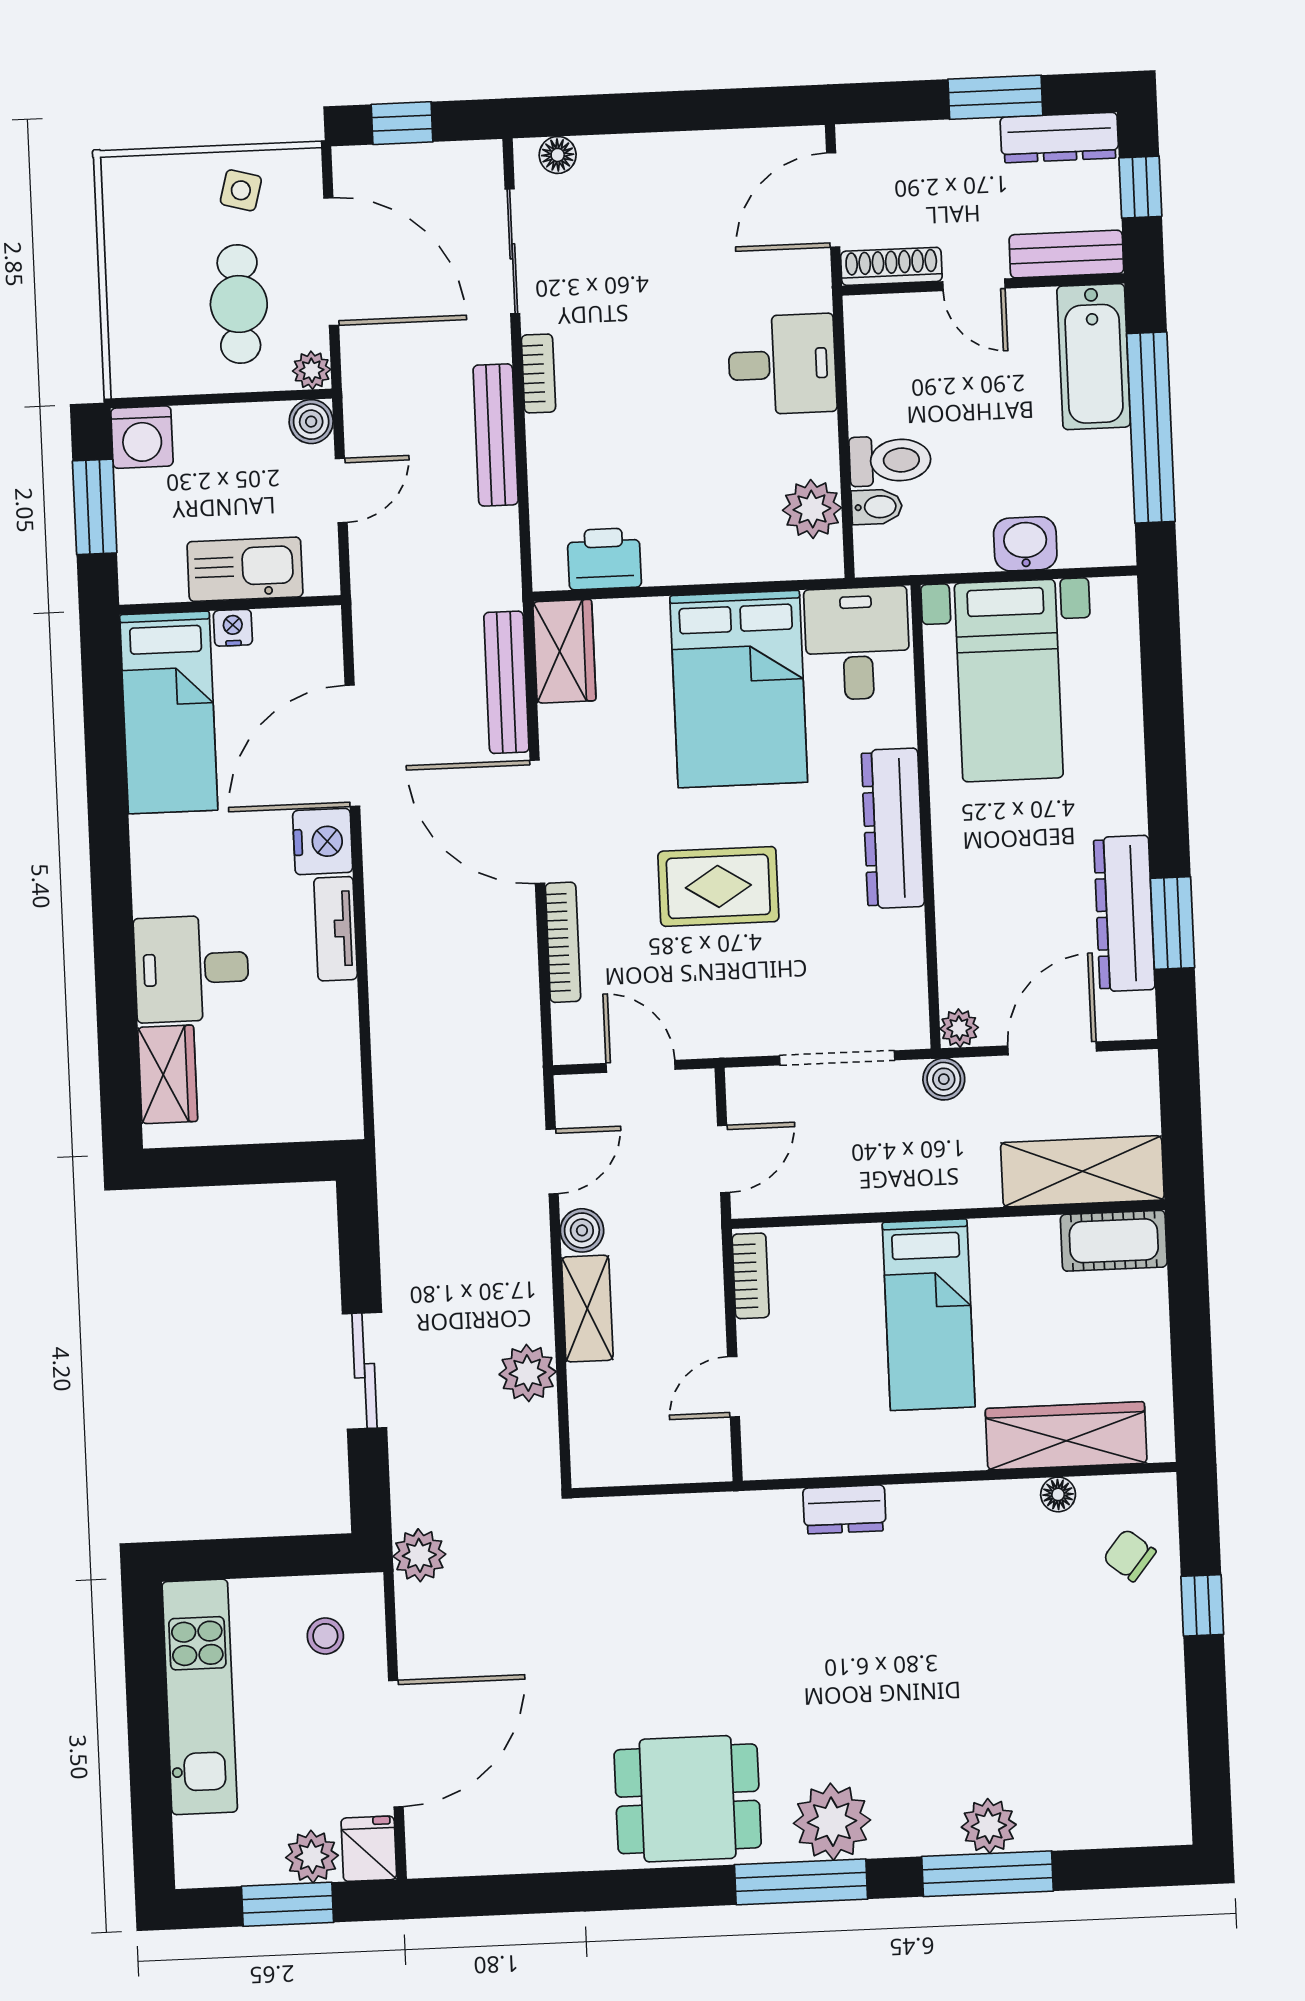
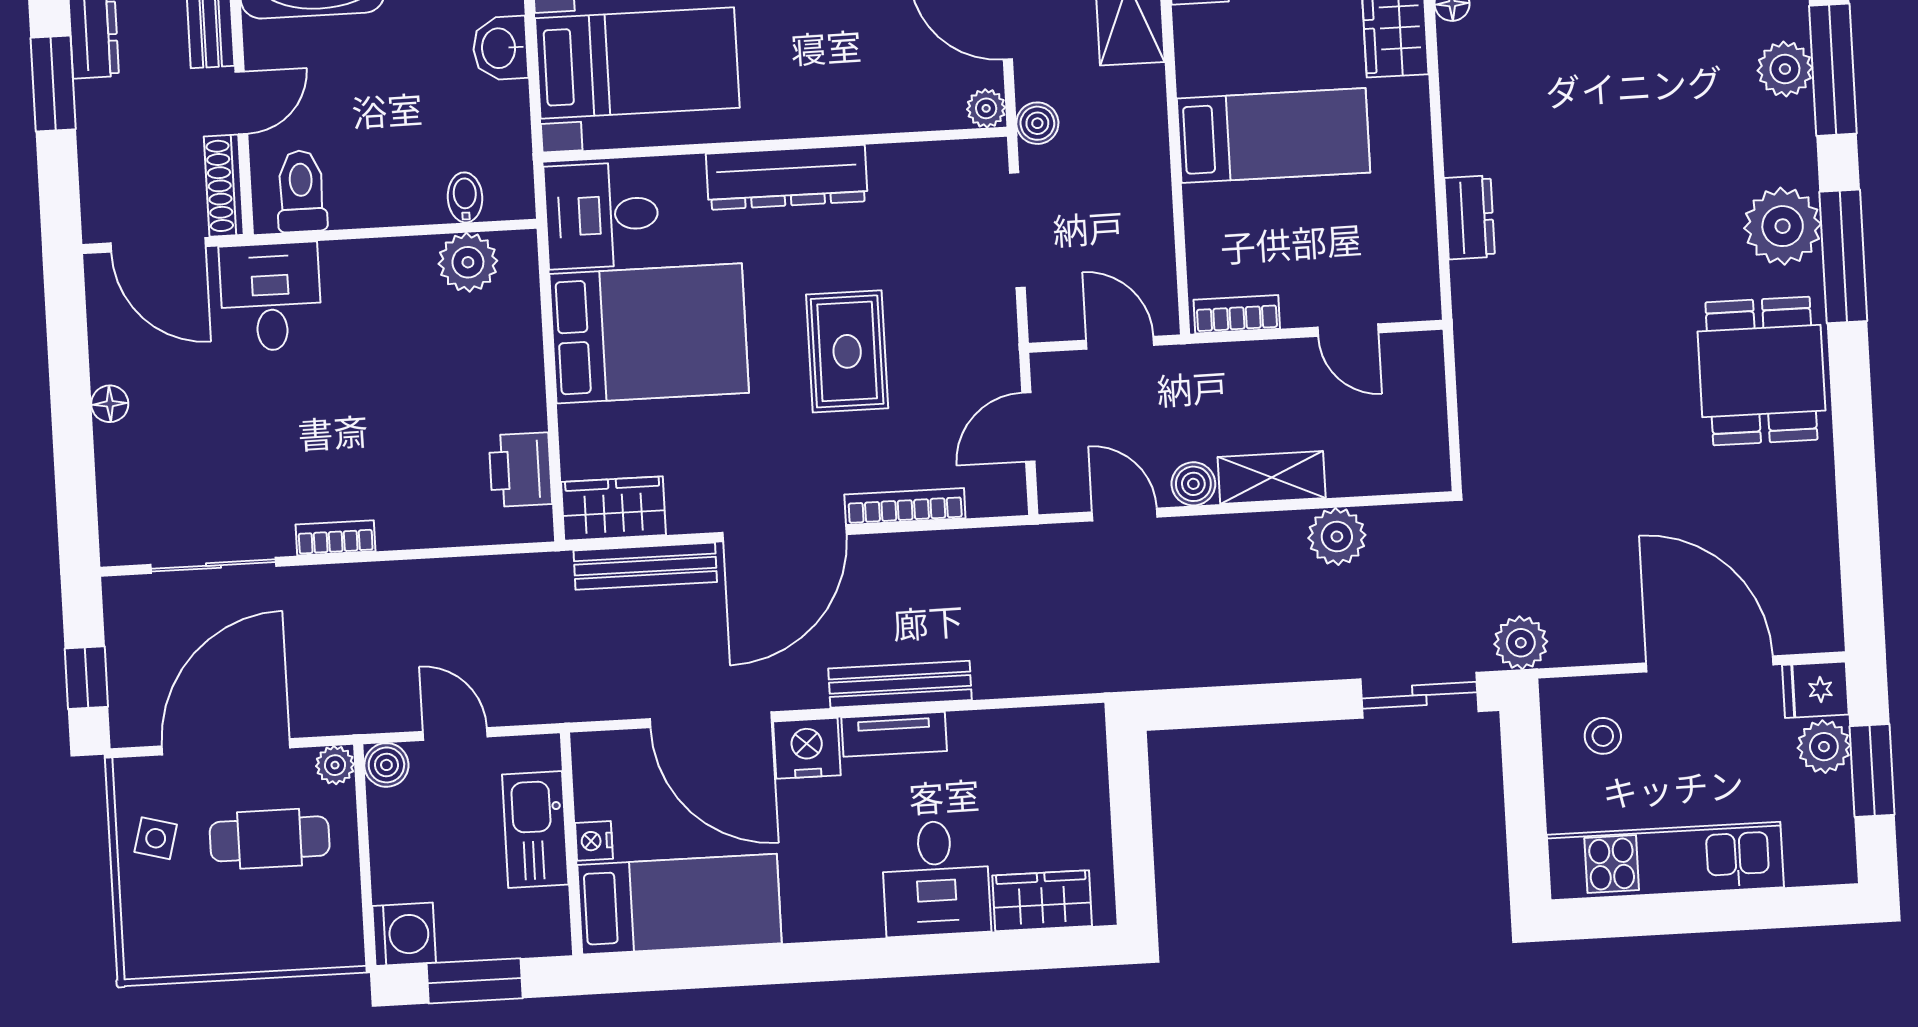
floor lamp: (558, 155) -> (110, 404), moved
desk: (782, 364) -> (271, 297), moved
bench: (496, 435) -> (900, 684), moved
toilet: (890, 460) -> (301, 191), moved
sliding door: (364, 1371) -> (1419, 695), moved

